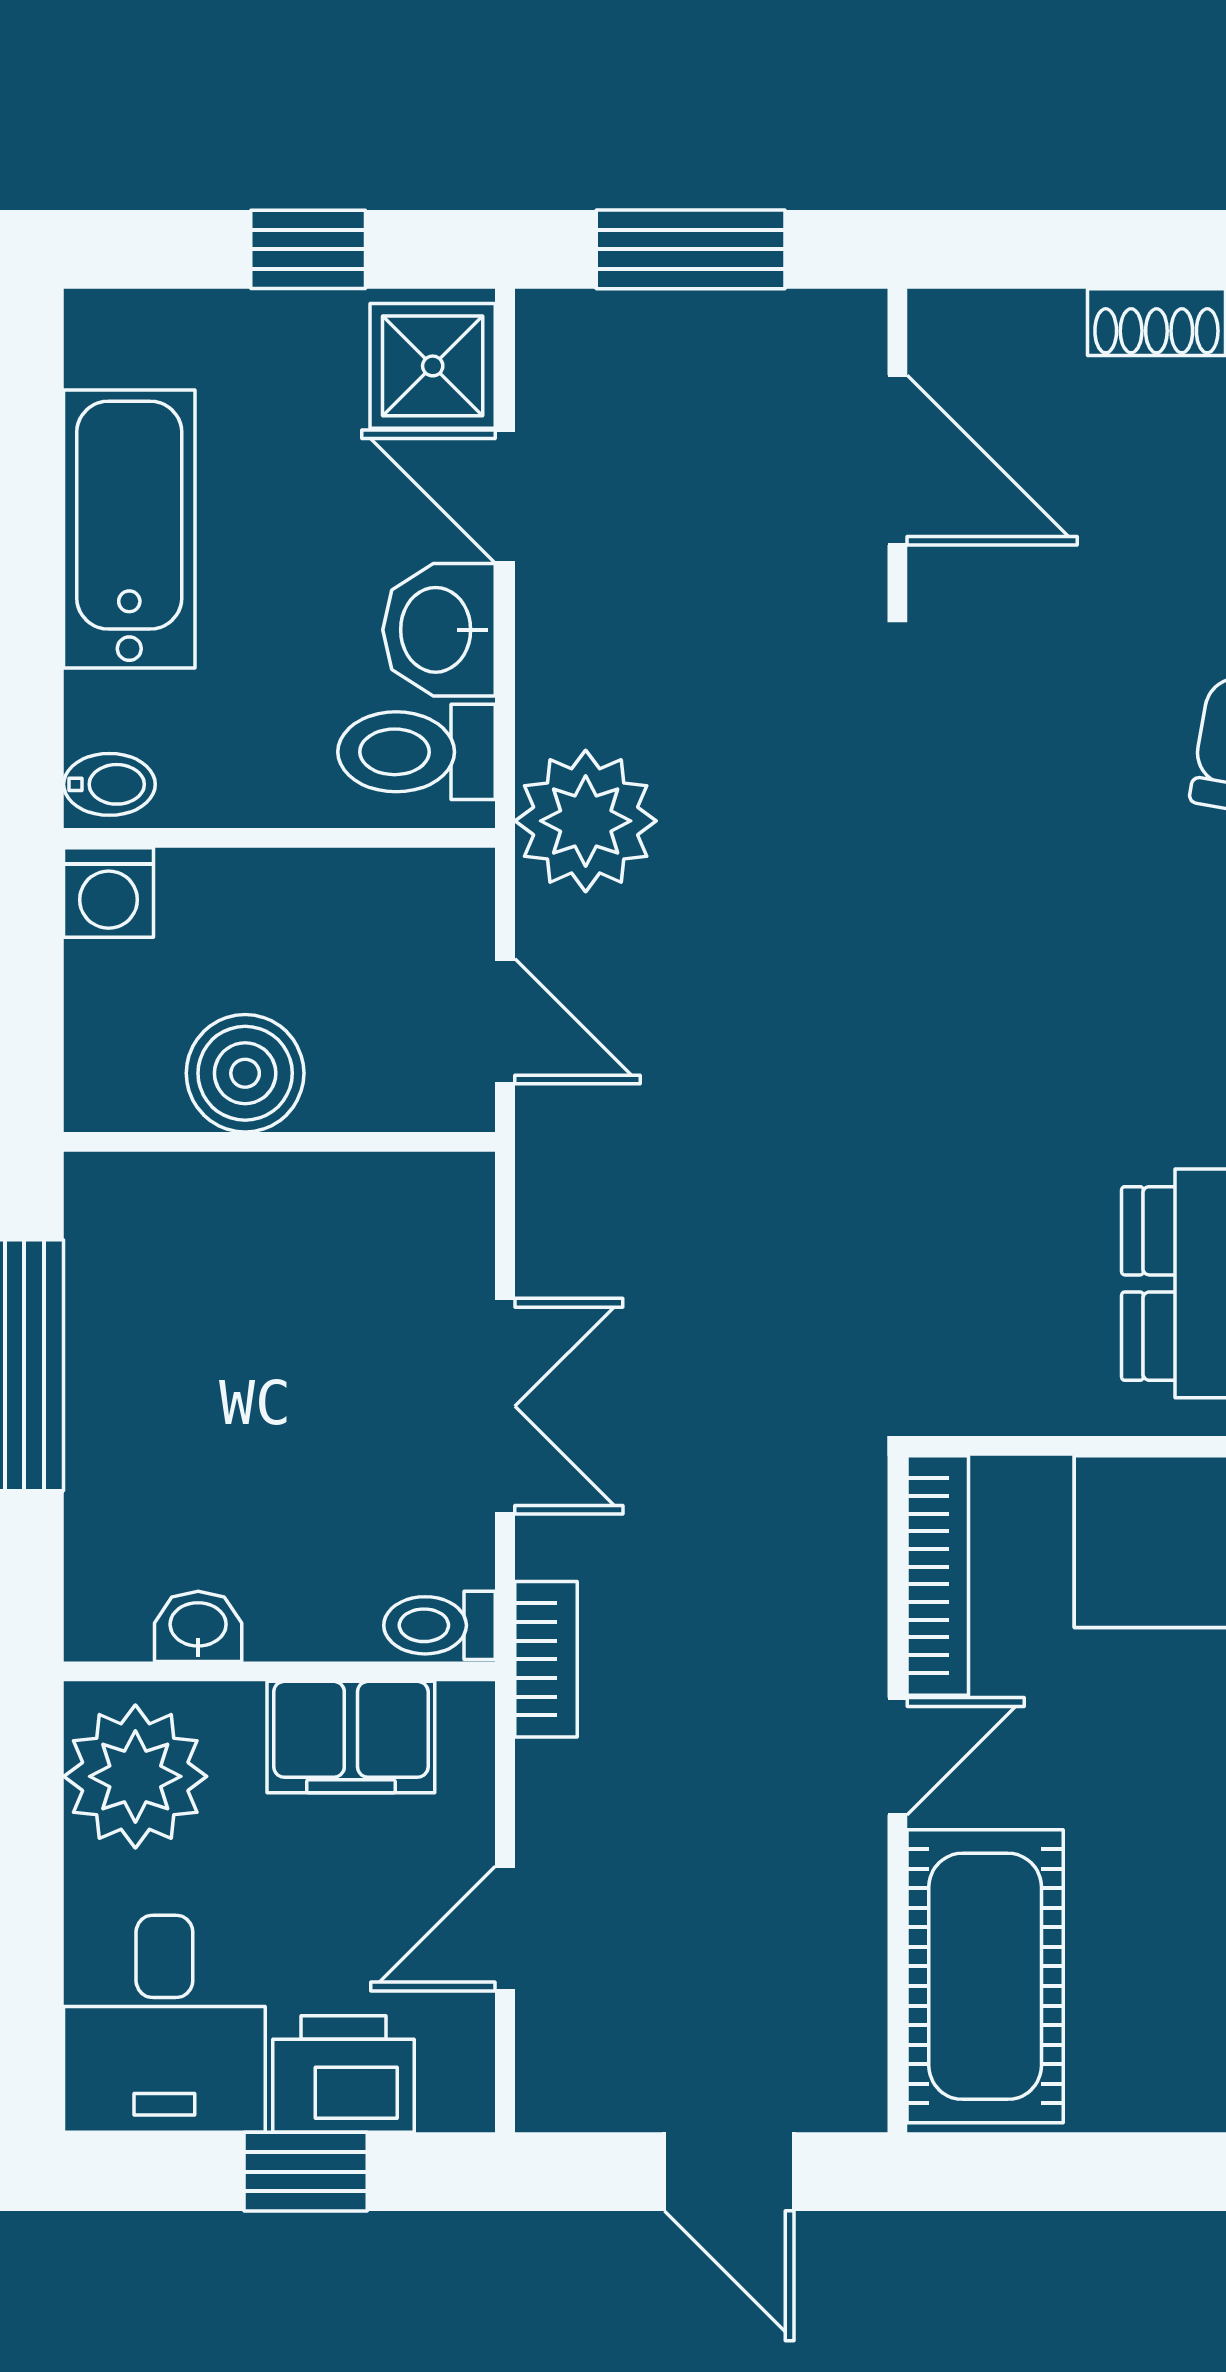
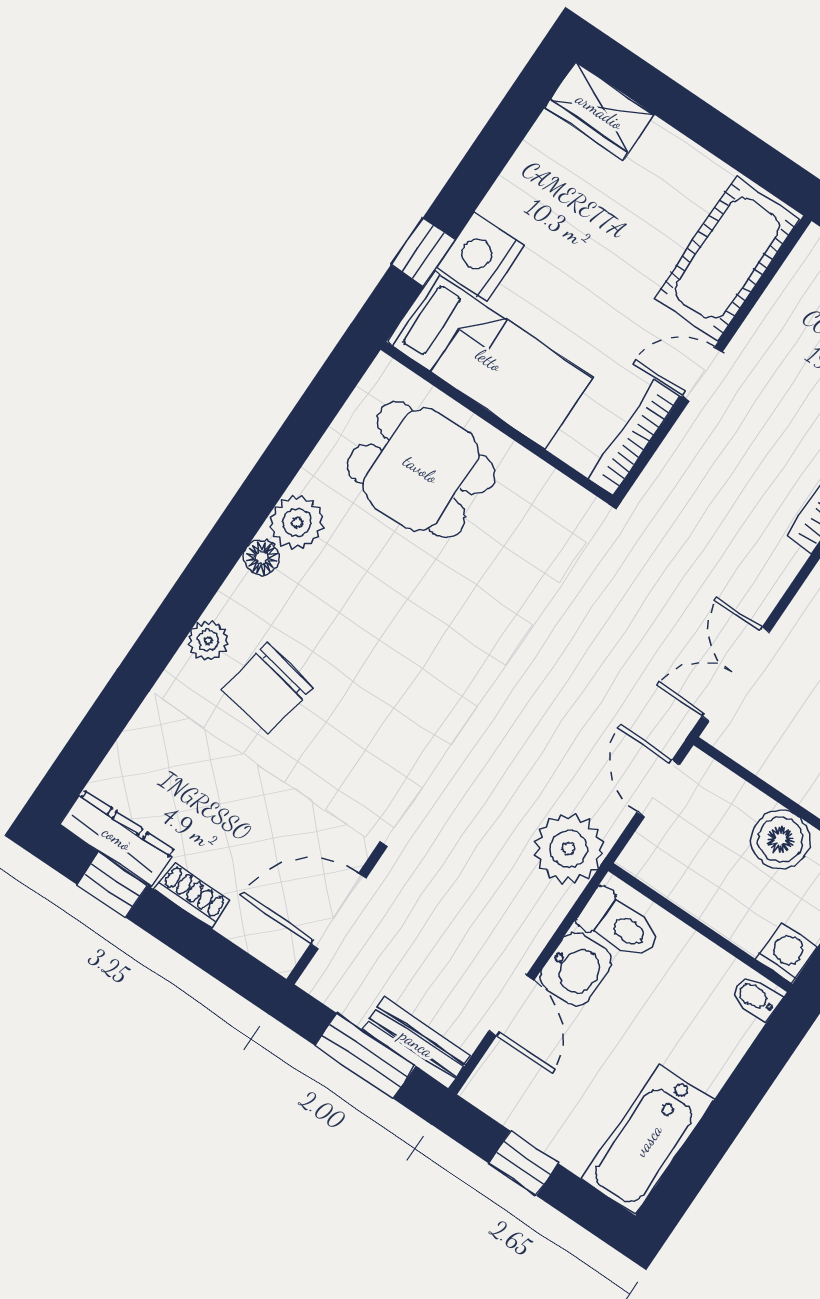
bench: (620, 329) -> (417, 1043), added
shower: (433, 366) -> (505, 1080), removed
door: (897, 460) -> (339, 911), hinge flipped
bathtub: (129, 529) -> (648, 1140), moved
double door: (505, 1406) -> (736, 674), moved

